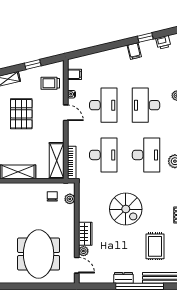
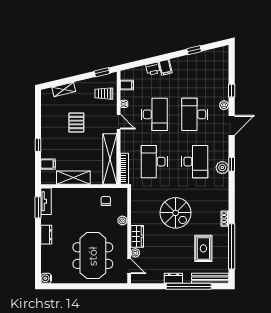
printer: (163, 42) -> (153, 69), moved
filing cabinet: (134, 51) -> (165, 67), moved
window: (33, 64) -> (102, 72), moved
pallet: (21, 114) -> (76, 123), width x0.67, depth x0.71
desk: (103, 155) -> (154, 162), turned 180
shelving: (57, 161) -> (110, 159), width x1.47
plant: (70, 199) -> (122, 220), moved

